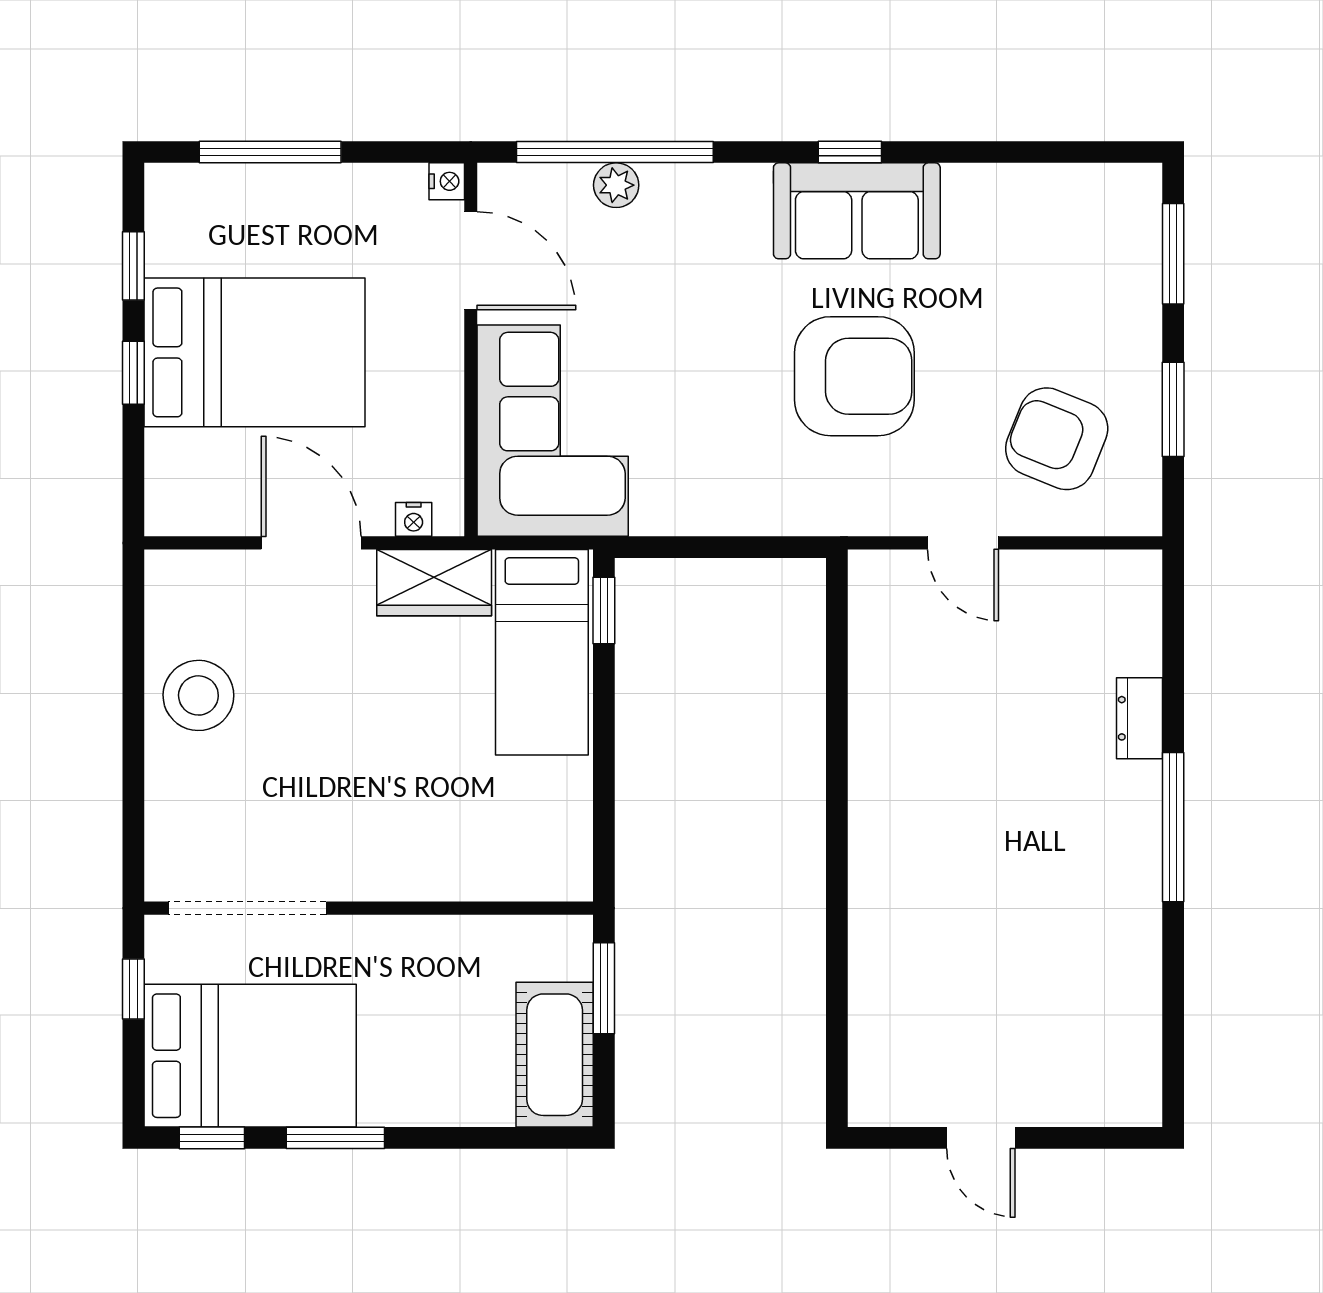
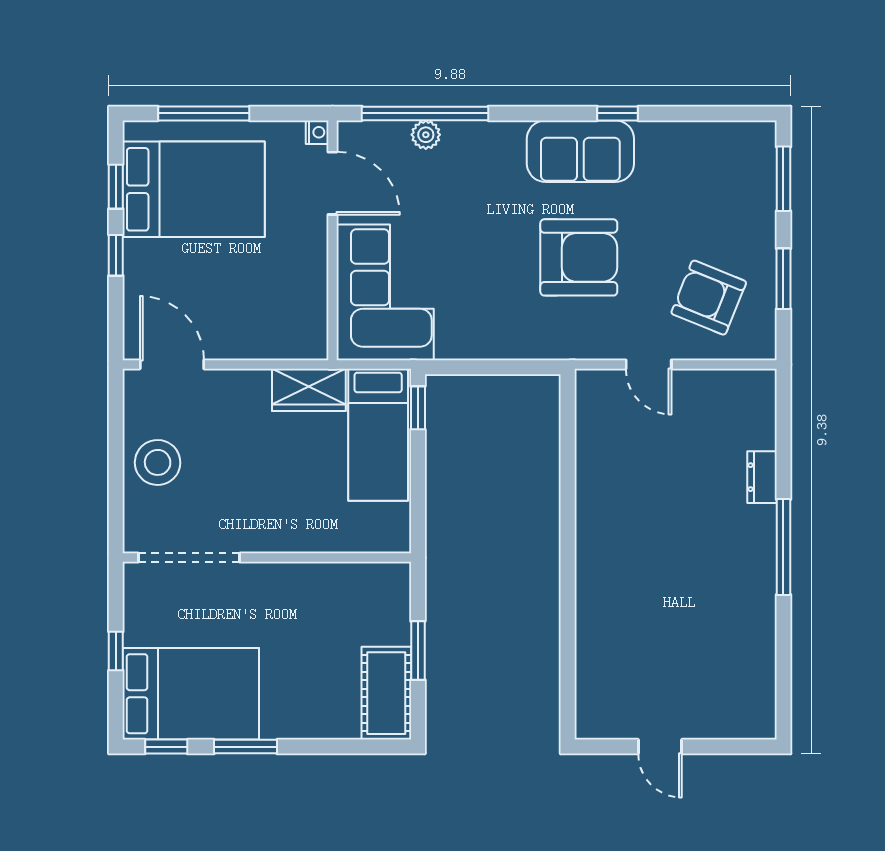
window: (850, 152) -> (618, 113), moved
bed: (255, 352) -> (194, 189), moved
nightstand: (414, 519) -> (296, 349), removed
door: (311, 543) -> (172, 364), moved
doorway: (247, 908) -> (189, 558), moved
wall: (369, 908) -> (267, 558), moved

